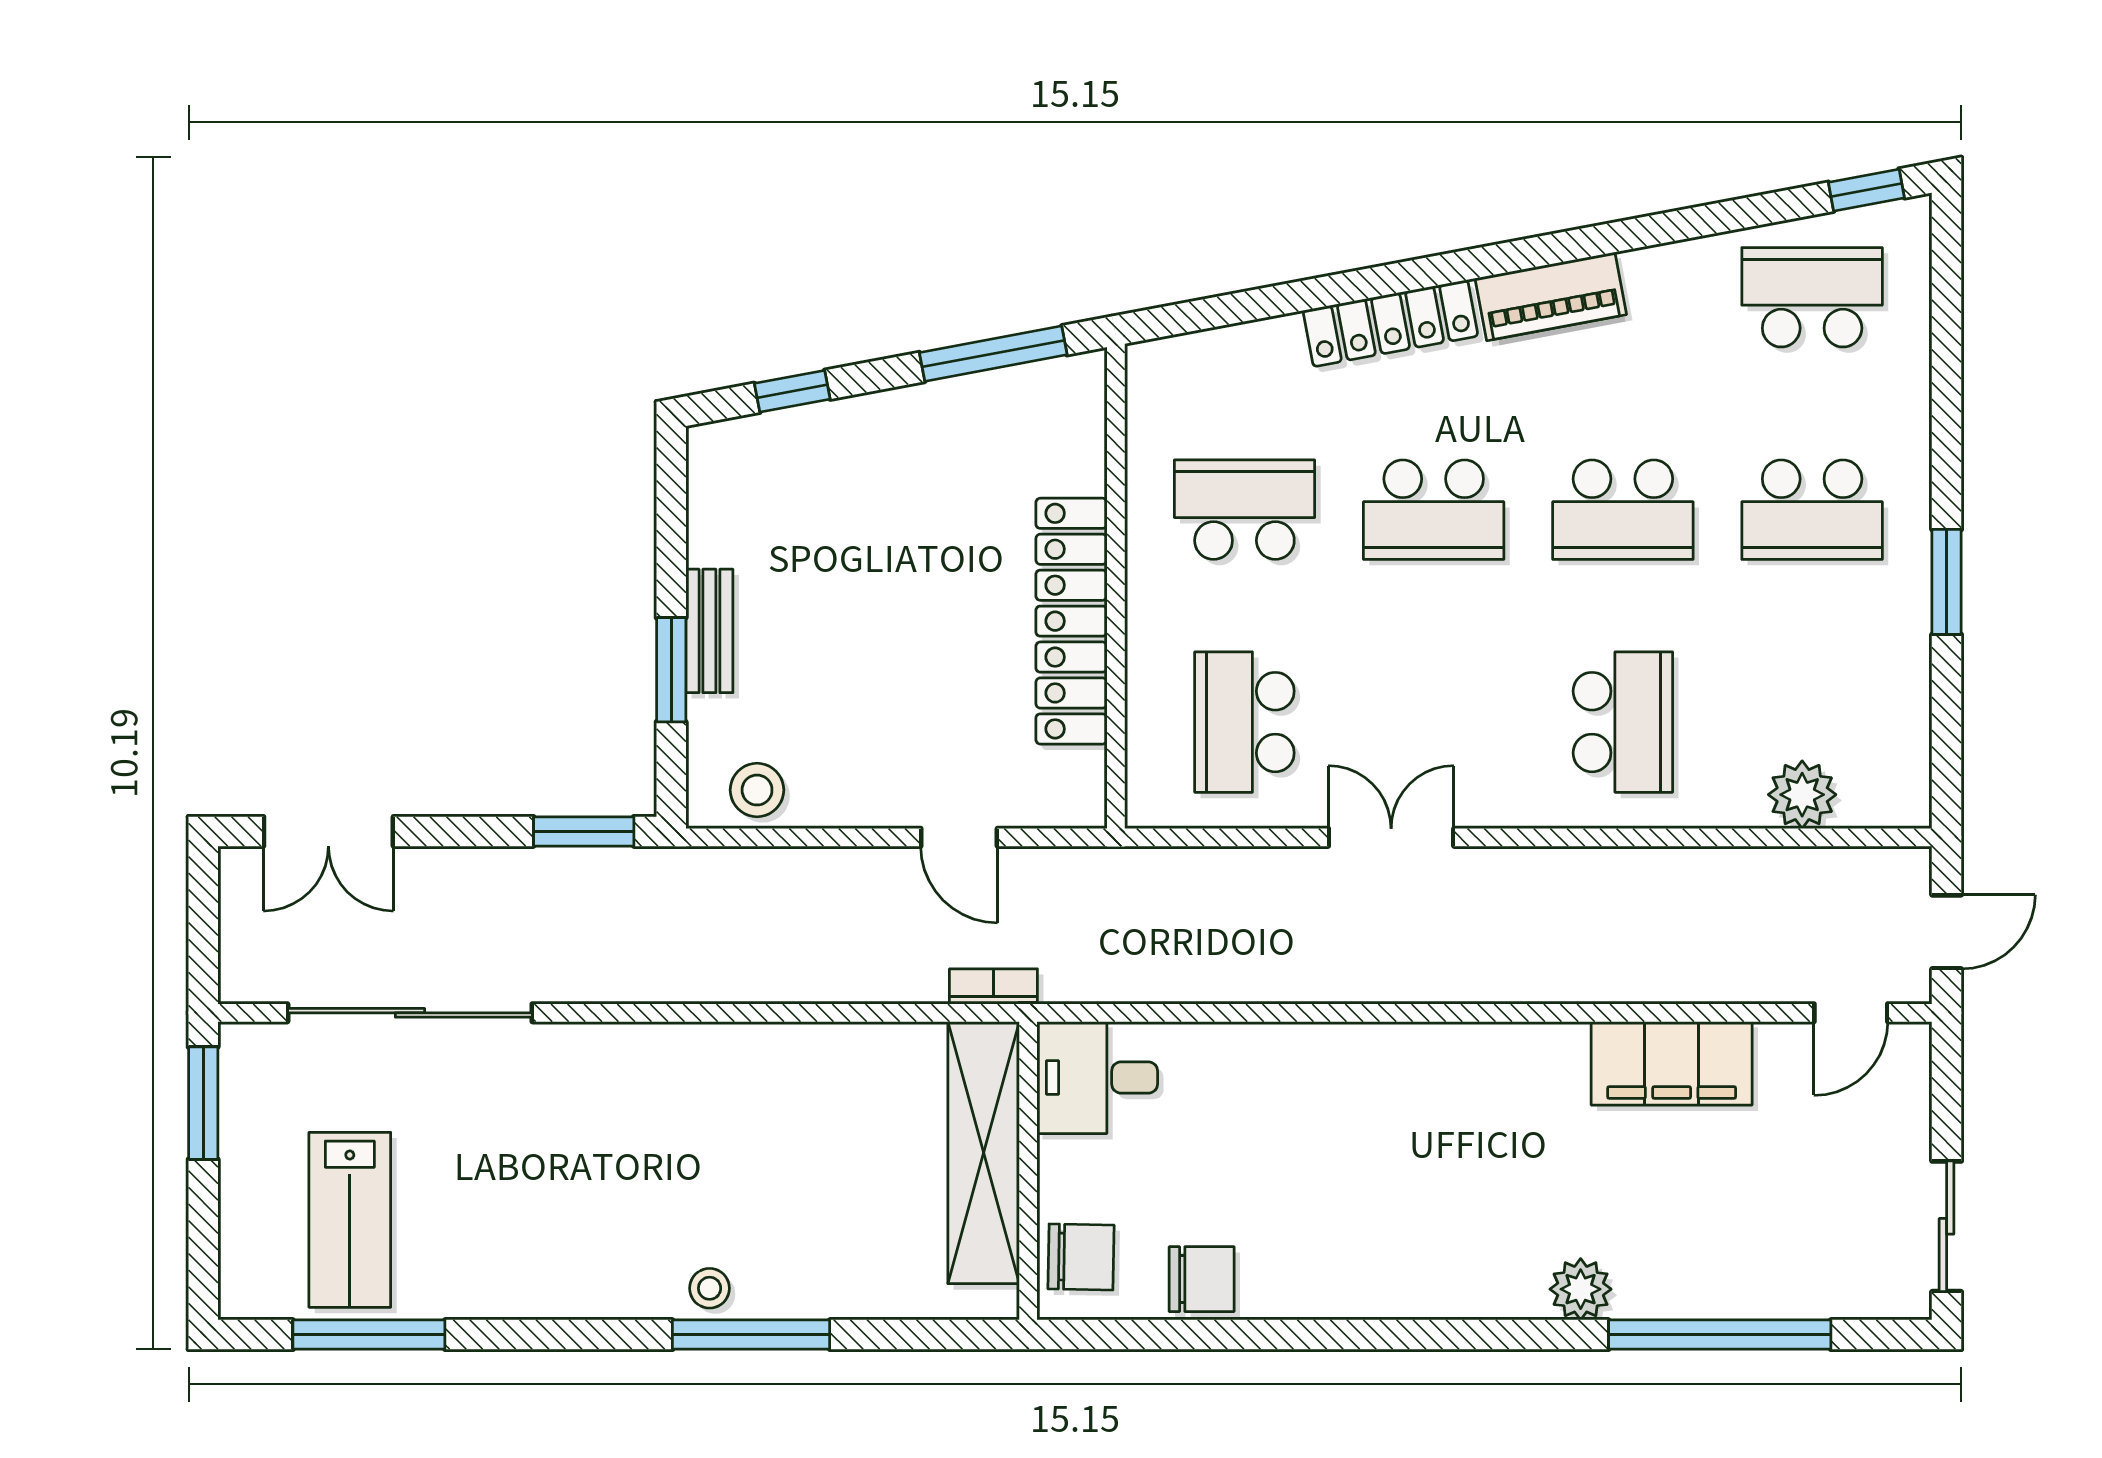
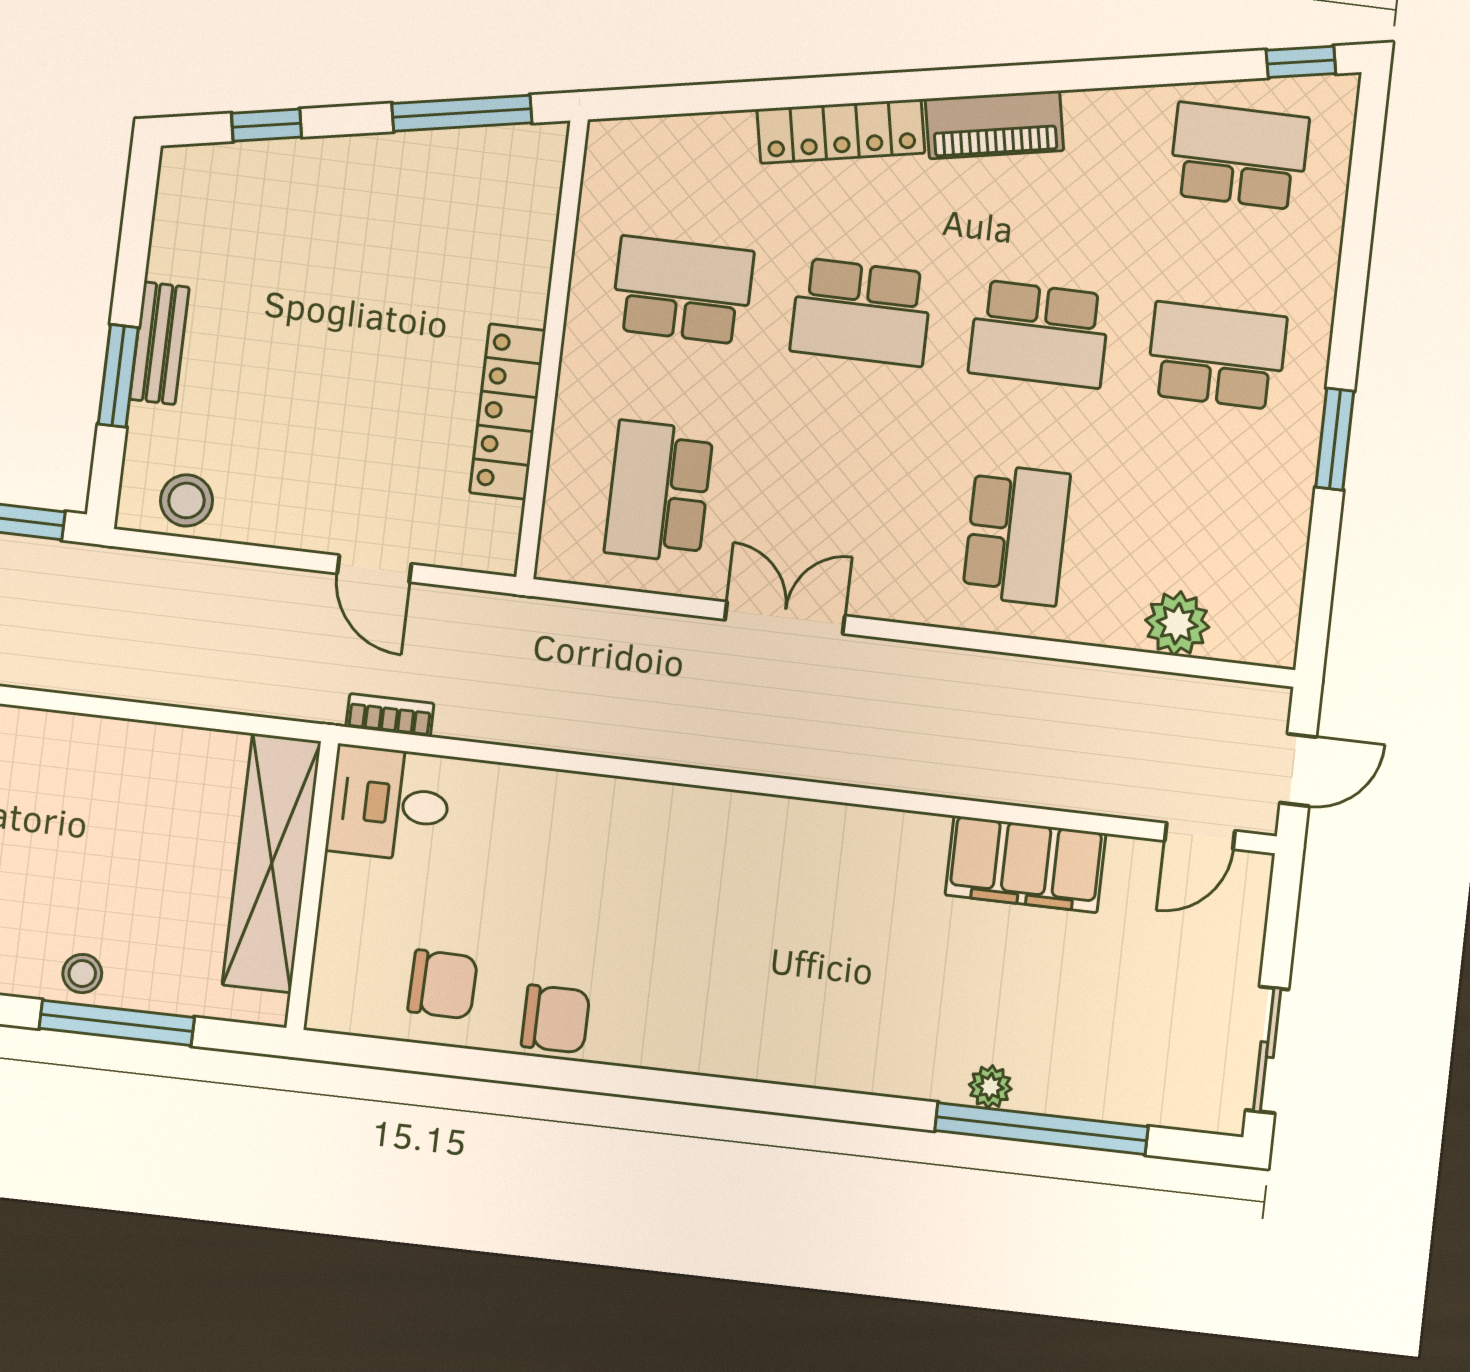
school desk: (1812, 510) -> (1217, 356), turned 180
locker: (1071, 621) -> (508, 411), width x0.71, depth x0.83
desk: (1097, 1078) -> (389, 804), moved
shelving: (984, 1153) -> (272, 863), moved
wall: (1028, 1171) -> (312, 885), moved
plant: (1581, 1289) -> (990, 1087), moved, width x0.73, depth x0.73

